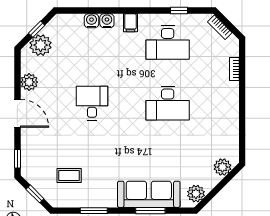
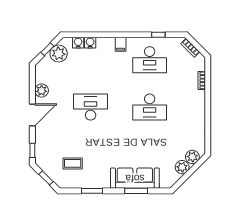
water cooler: (107, 21) -> (78, 43), moved
plant: (41, 45) -> (59, 54), moved
desk: (92, 103) -> (91, 107), width x1.37
door: (17, 113) -> (32, 115), hinge flipped
plant: (196, 194) -> (182, 167), moved

